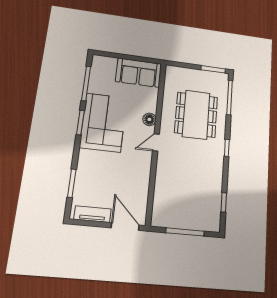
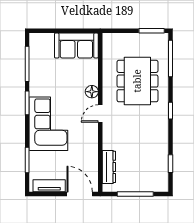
corner sofa: (103, 123) -> (48, 124), moved
dresser: (160, 200) -> (109, 167), added

